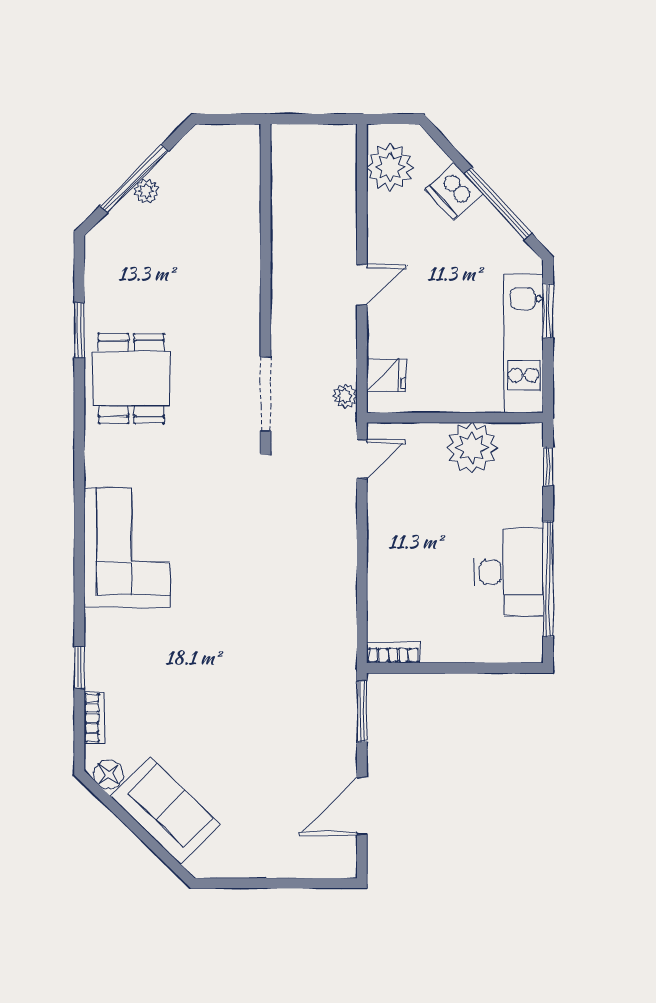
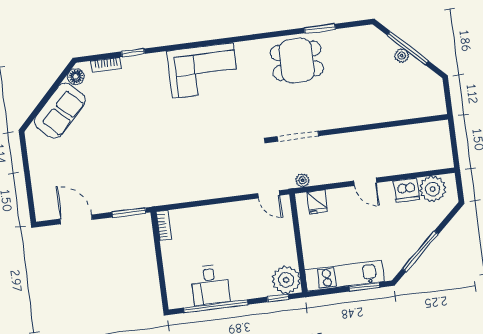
dishwasher: (454, 191) -> (406, 190), moved, turned -138
plant: (472, 448) -> (286, 280), moved
desk: (509, 572) -> (210, 285), width x0.73

